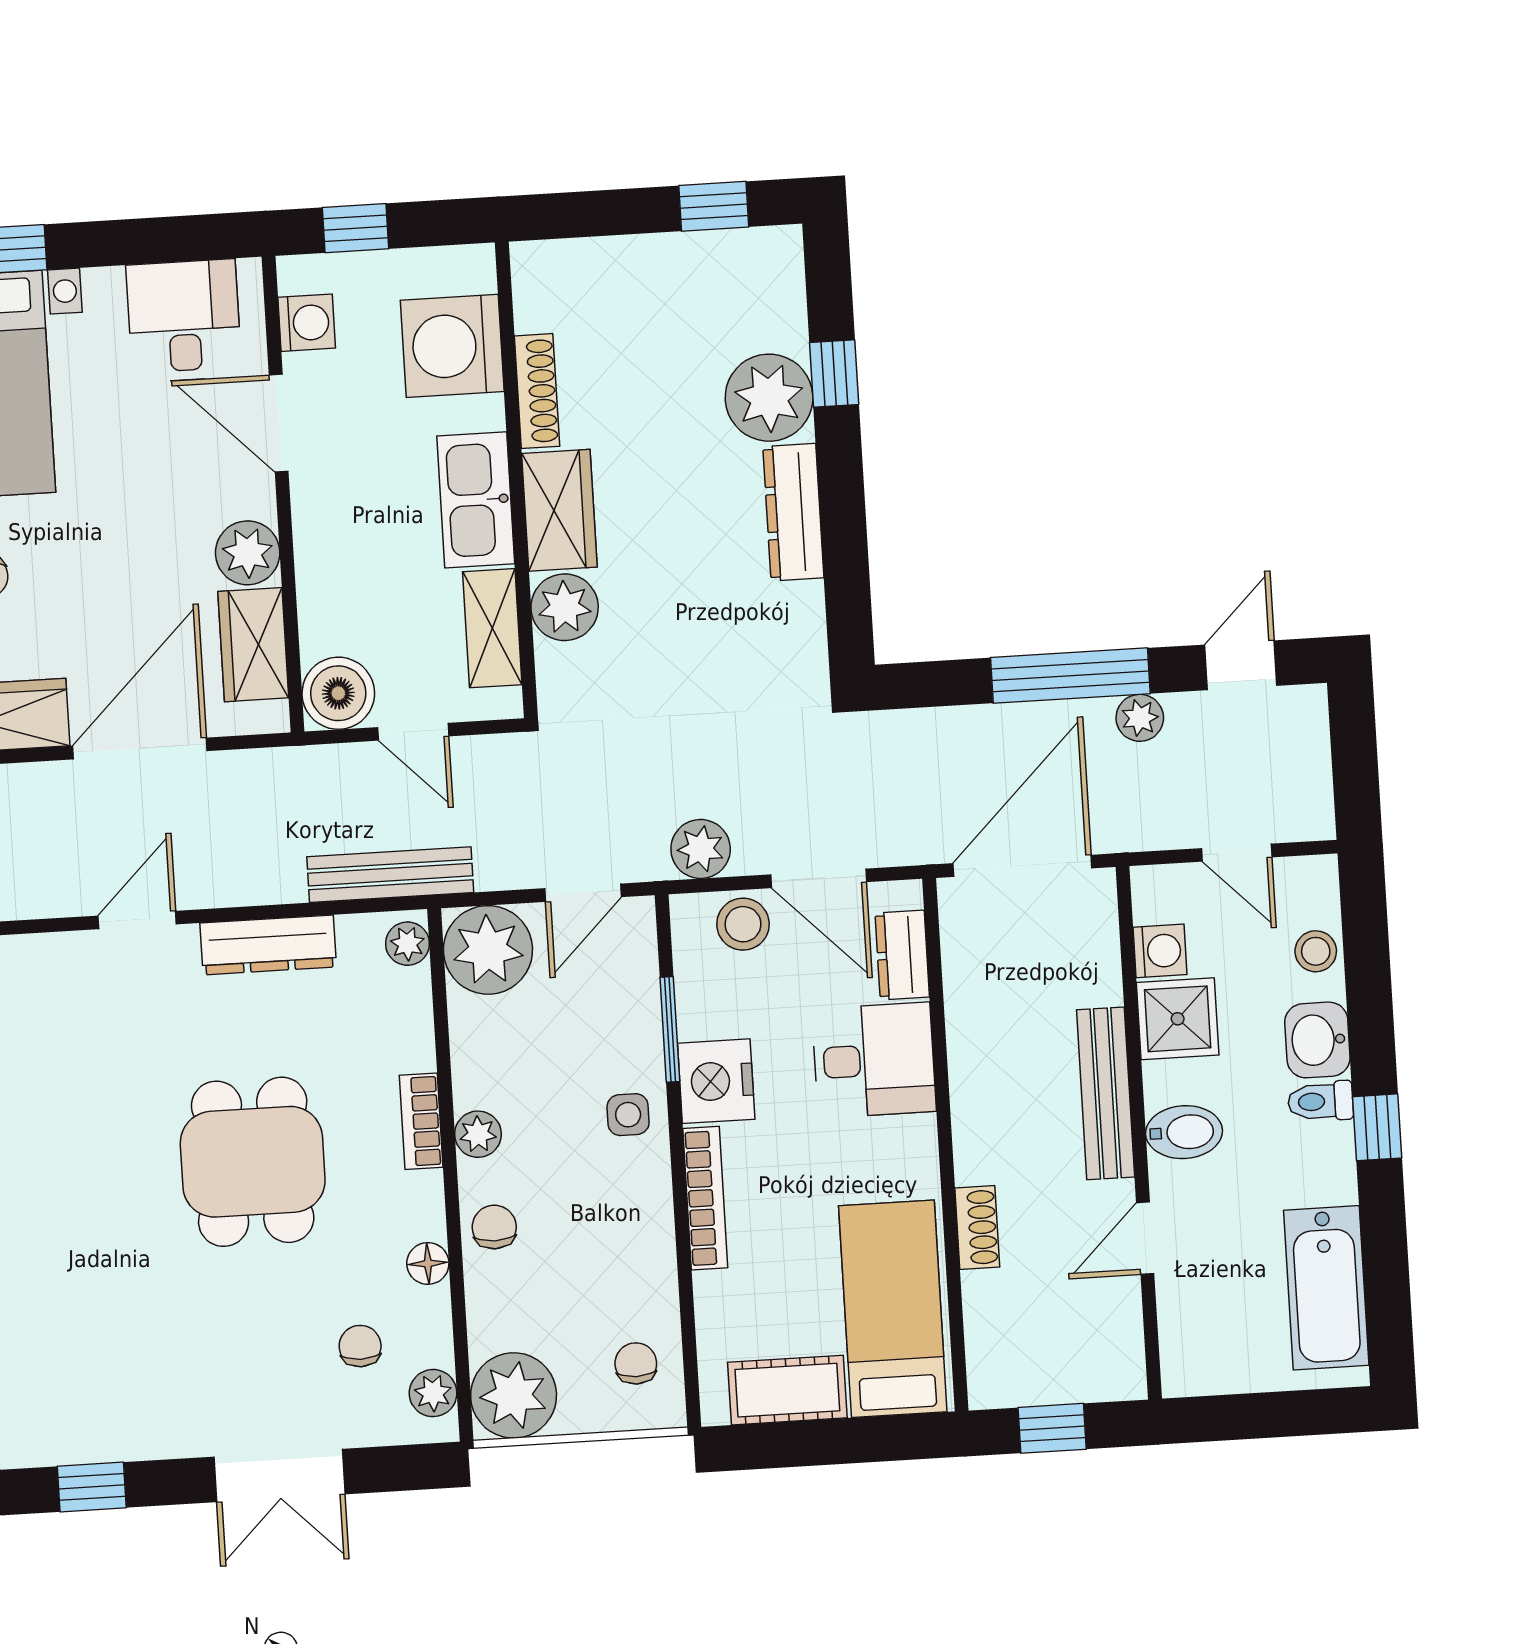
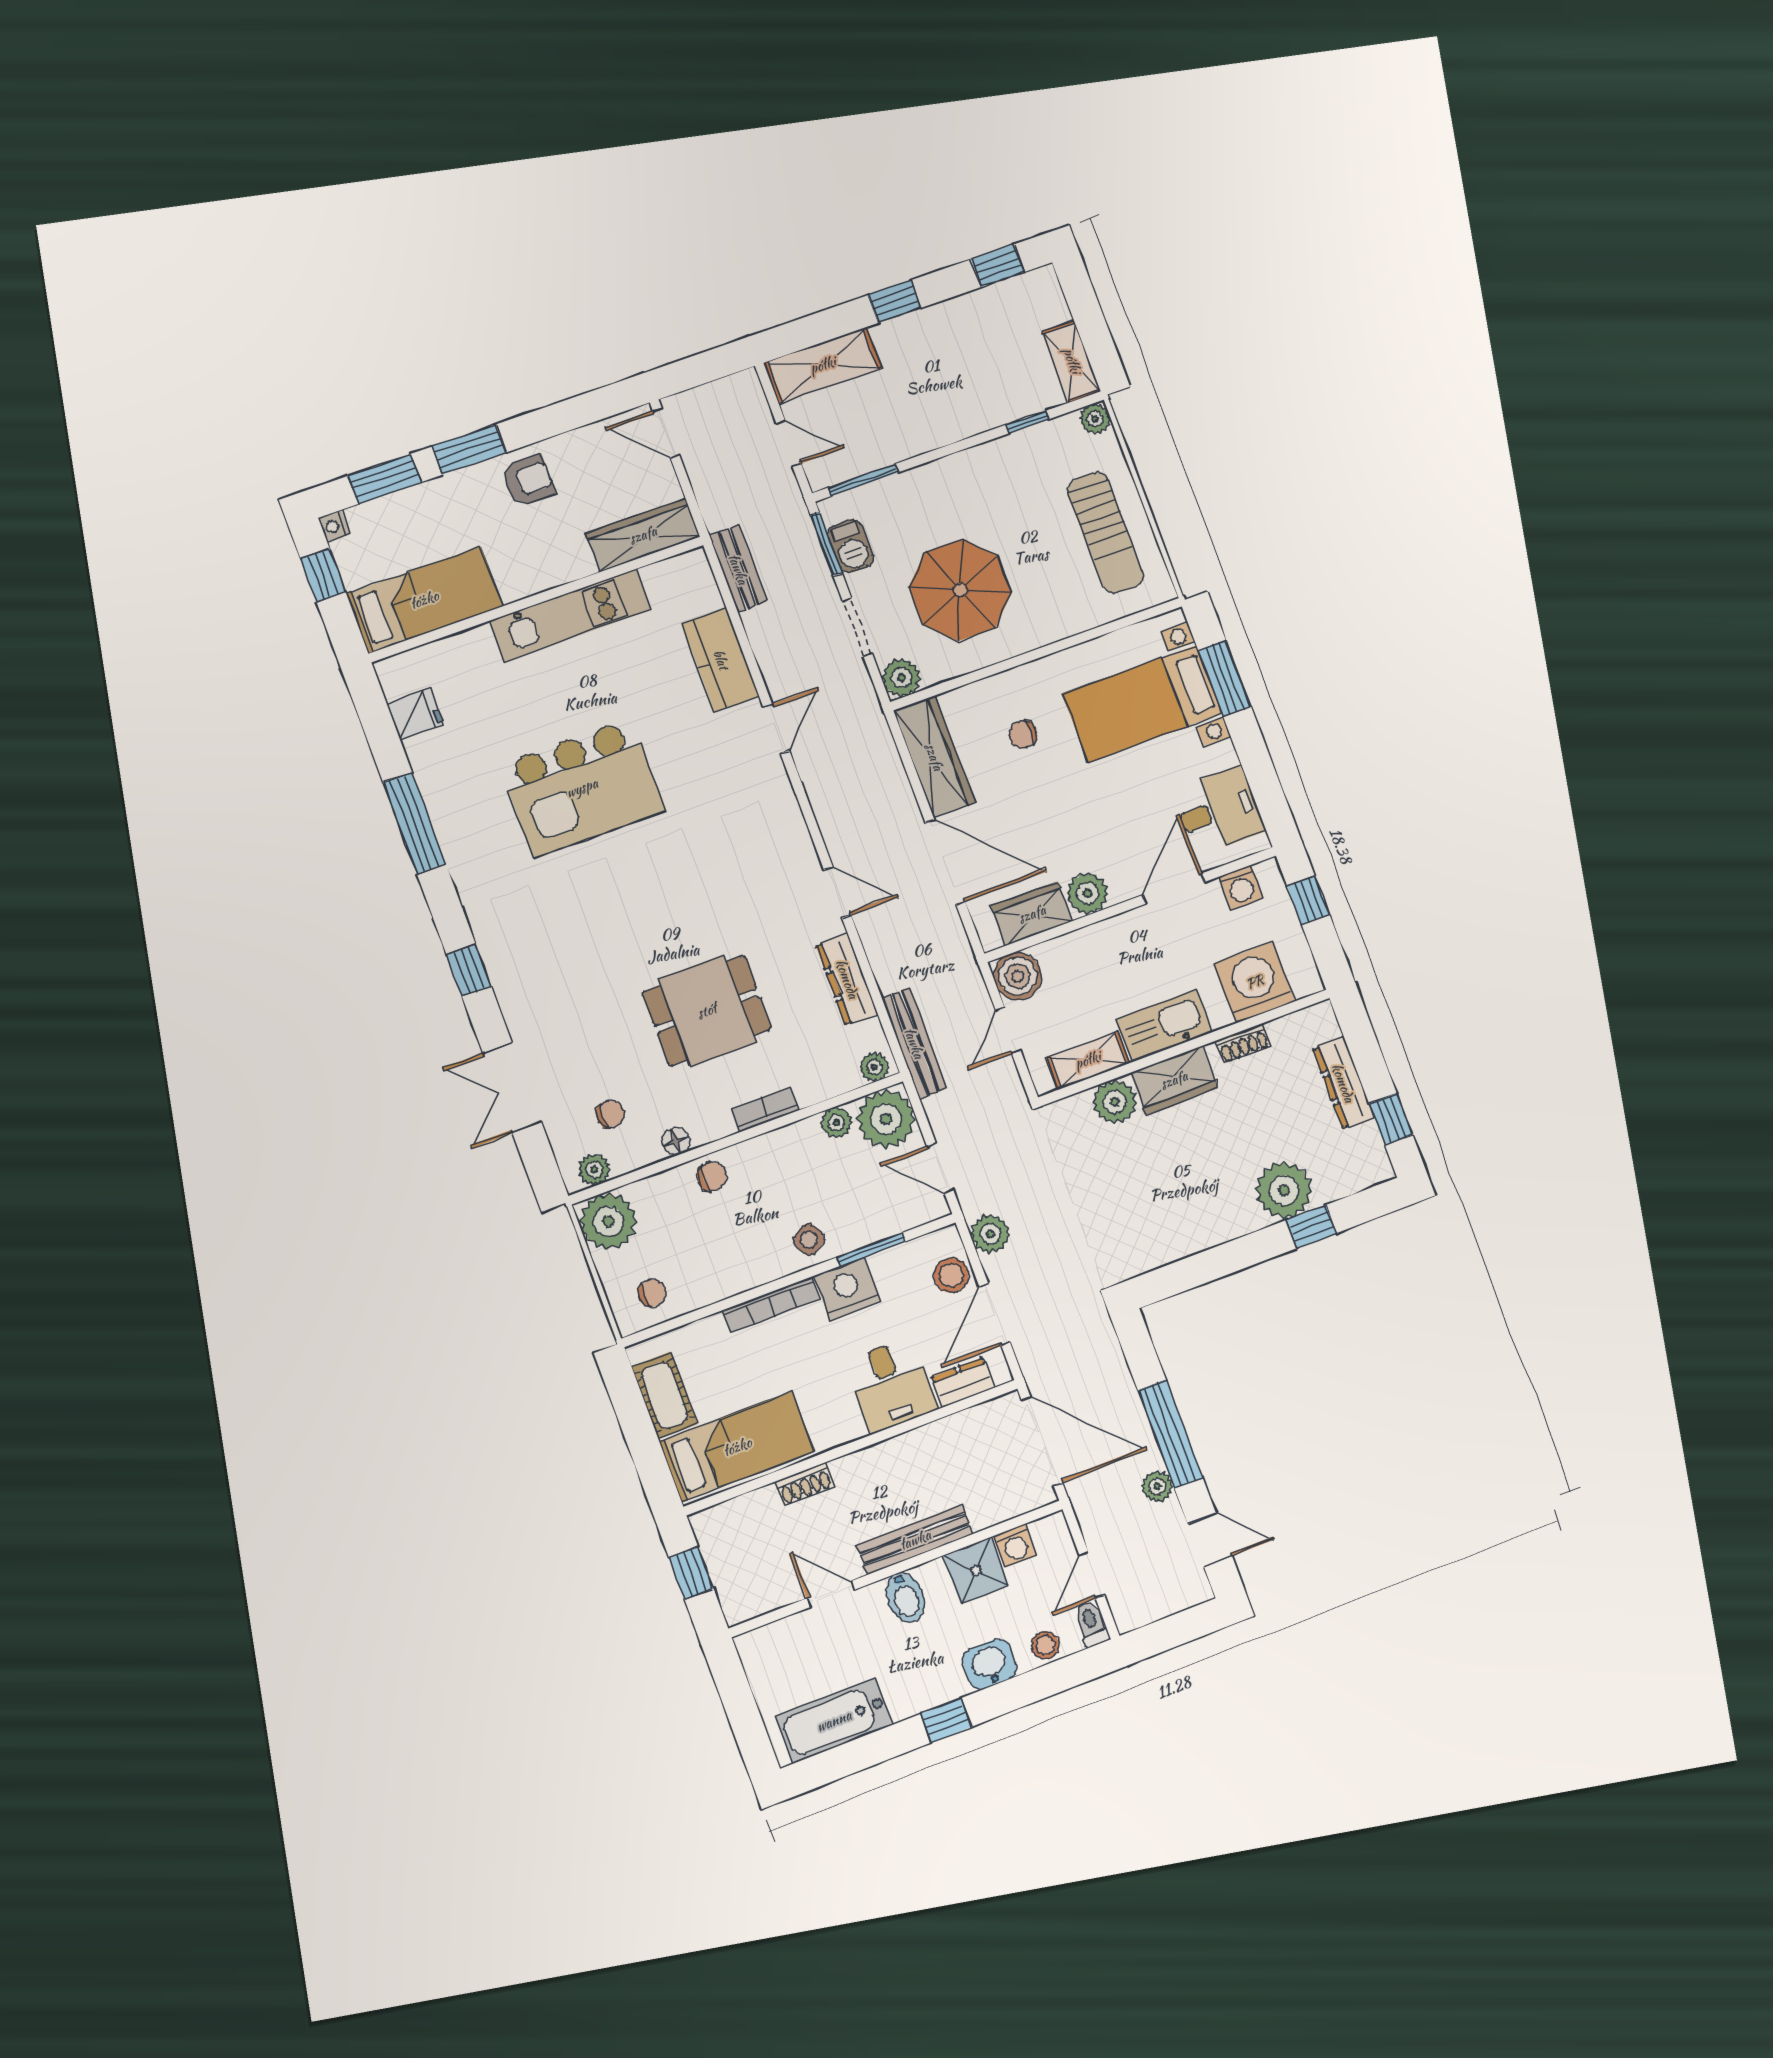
shoe rack: (537, 391) -> (1243, 1044), width x0.70
dresser: (793, 512) -> (1343, 1083), moved, turned -90
toilet: (1321, 1101) -> (1091, 1624), moved
side table: (628, 1115) -> (809, 1240), turned -31
plant: (478, 1134) -> (836, 1122), moved

